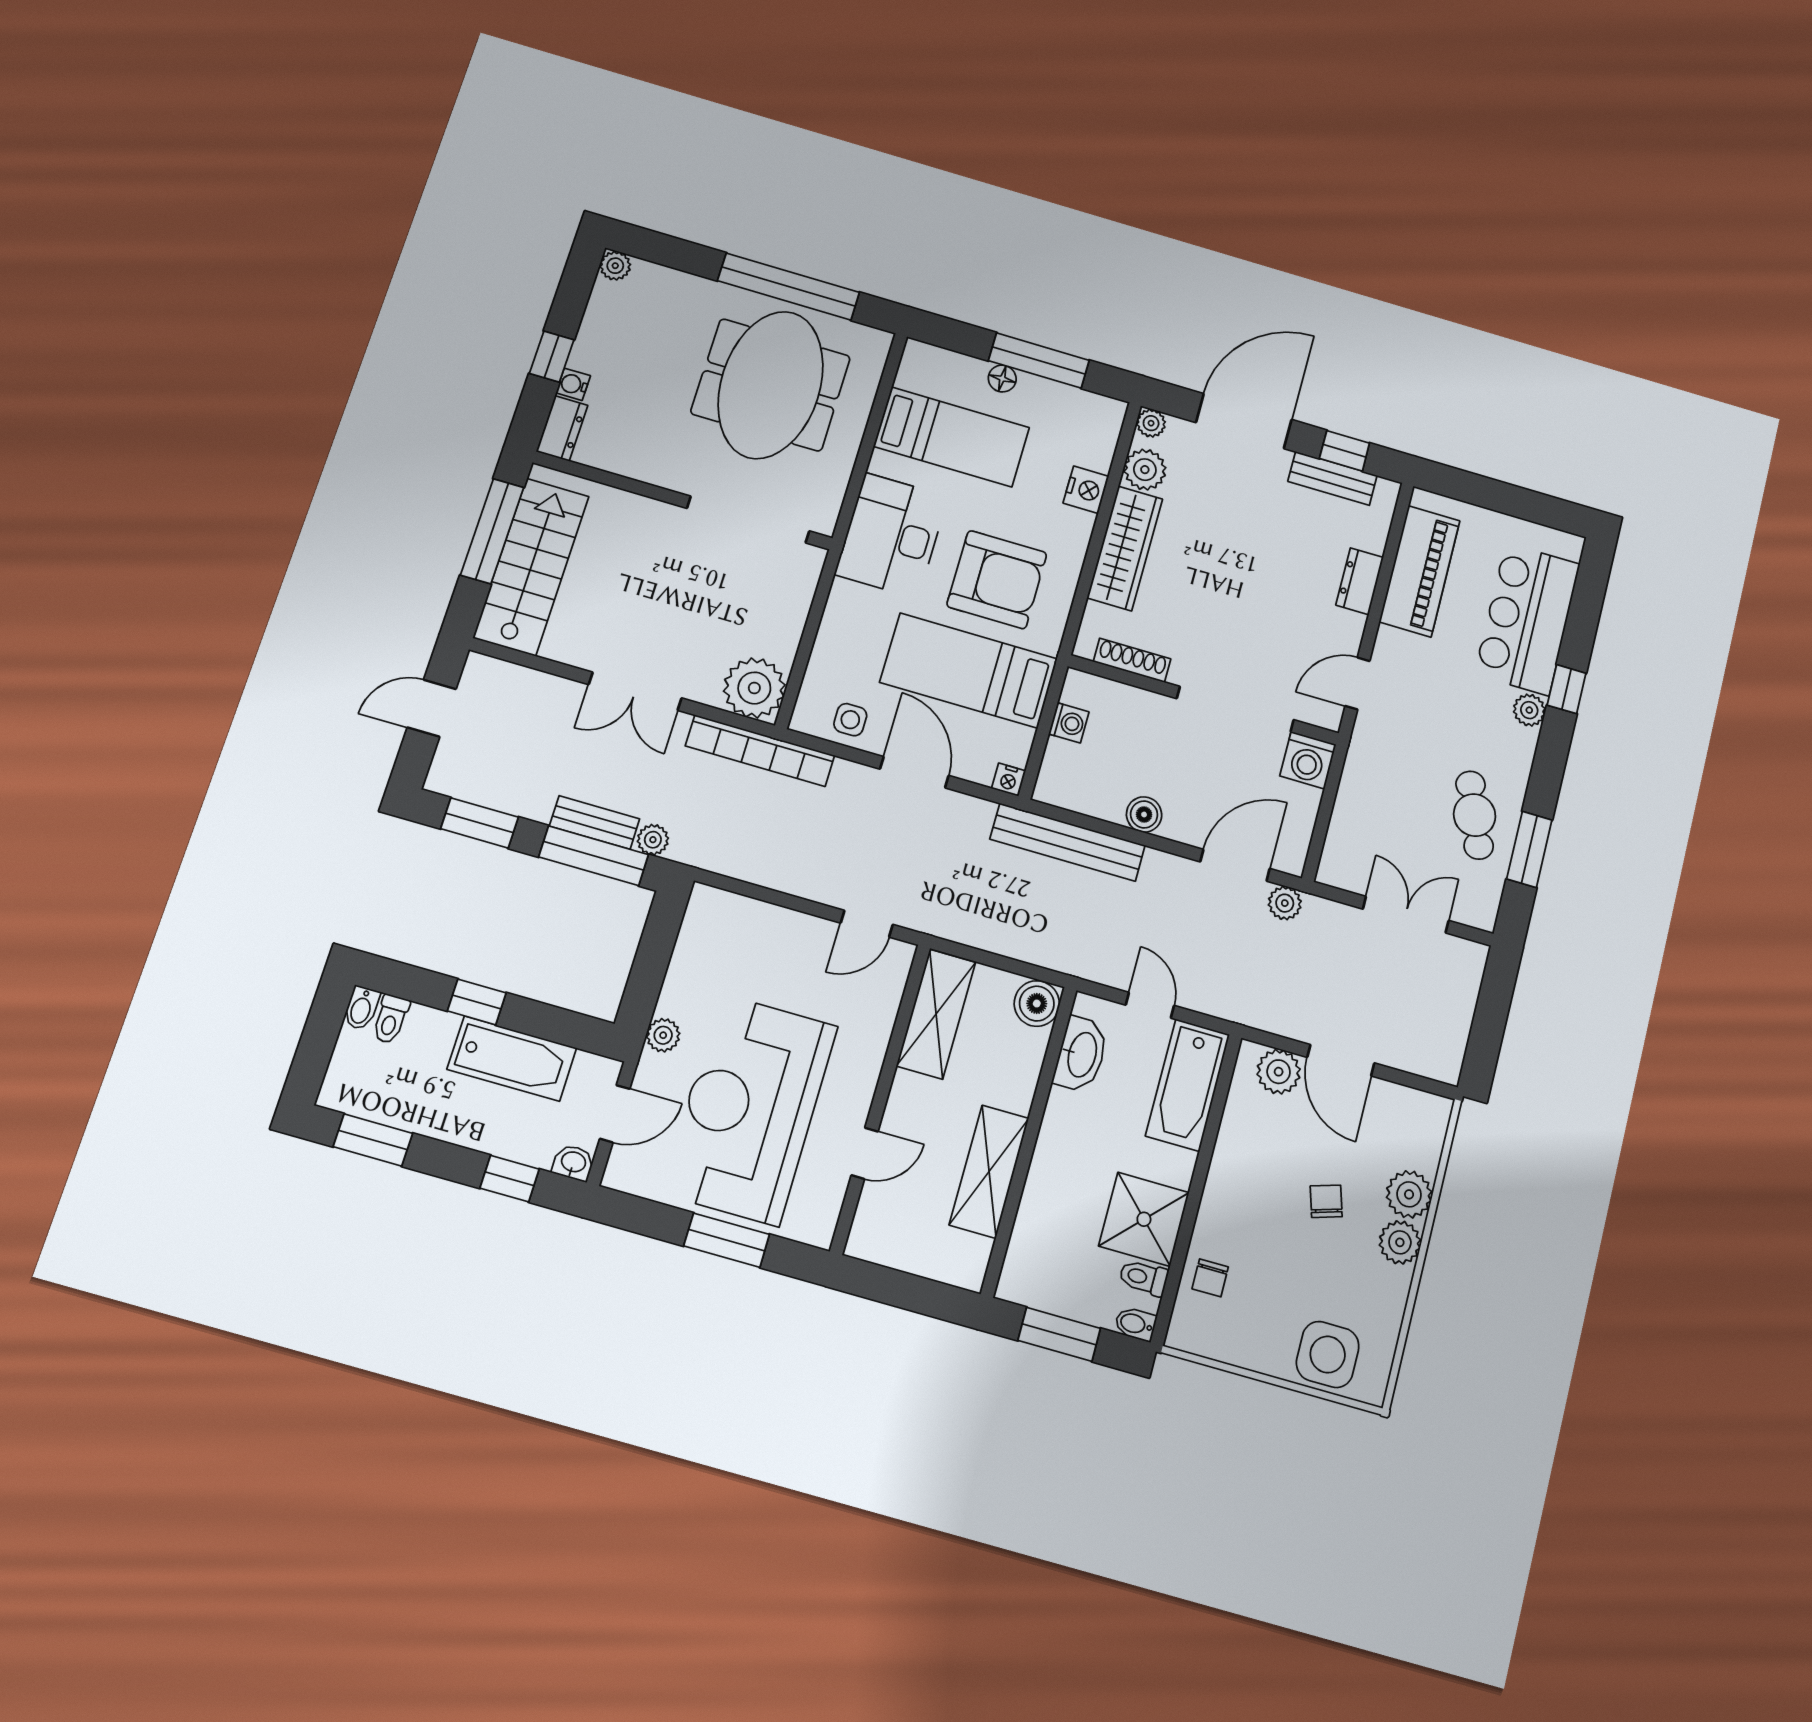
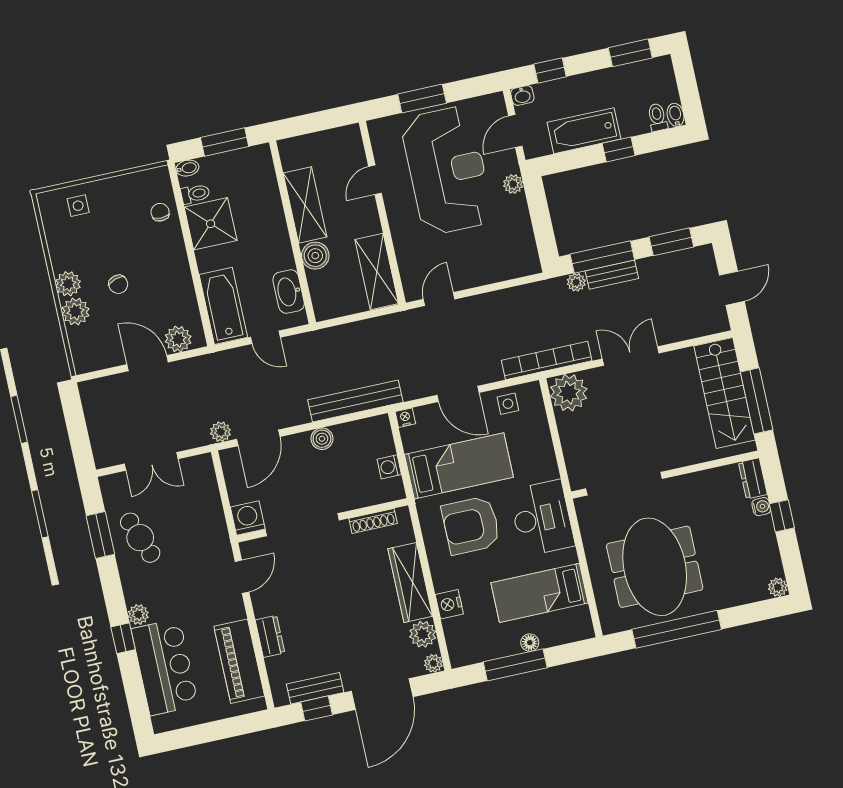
boiler: (1037, 1004) -> (315, 256), moved
side table: (1328, 1355) -> (78, 206), width x0.54, depth x0.54

